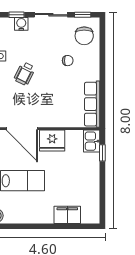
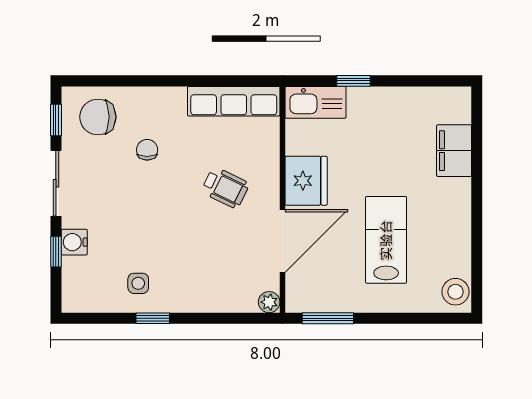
chair: (84, 36) -> (98, 117), turned 180
wheelchair: (25, 74) -> (225, 188), moved
kitchen sink: (92, 141) -> (316, 102), width x1.38
window: (102, 153) -> (354, 81), moved

